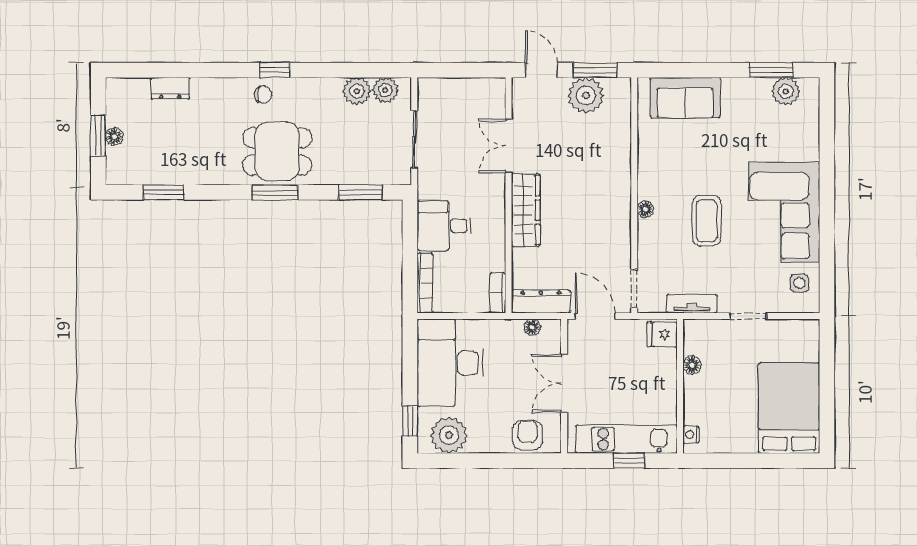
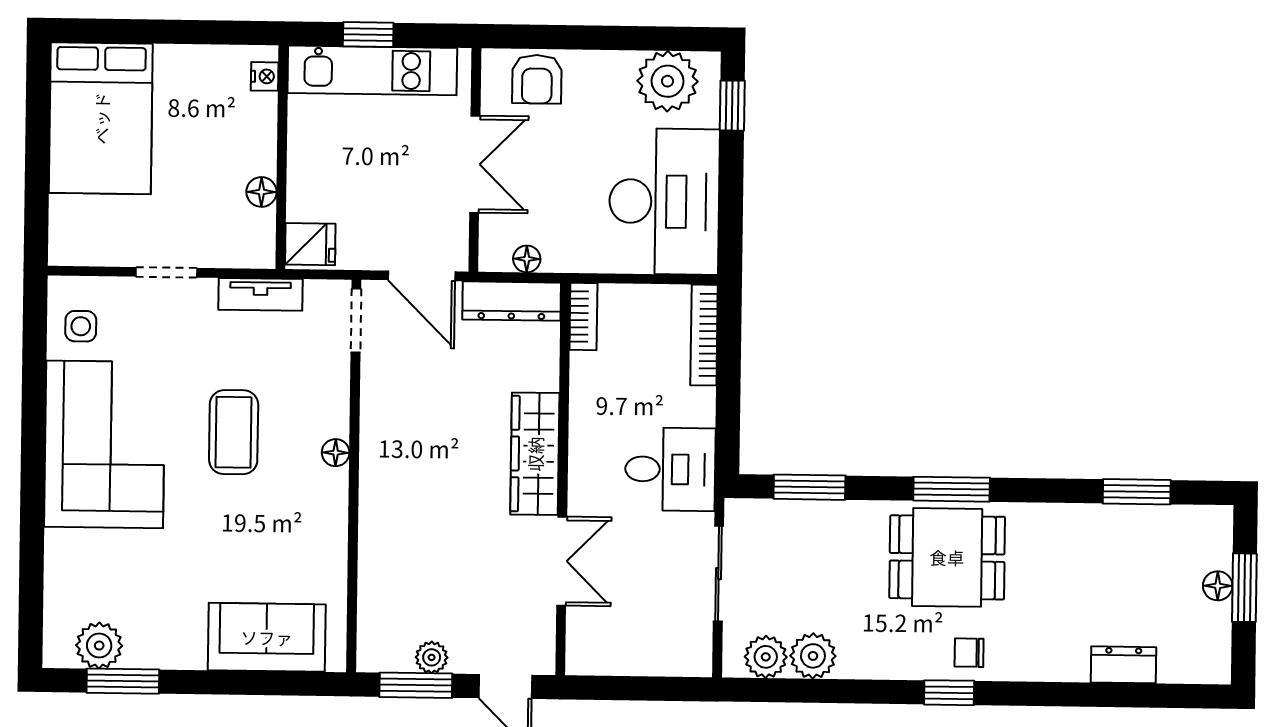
plant: (586, 95) -> (432, 657), width x0.53, depth x0.53
desk: (444, 226) -> (670, 469), moved

